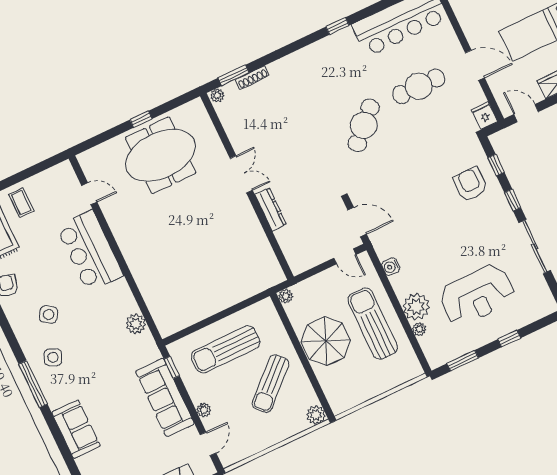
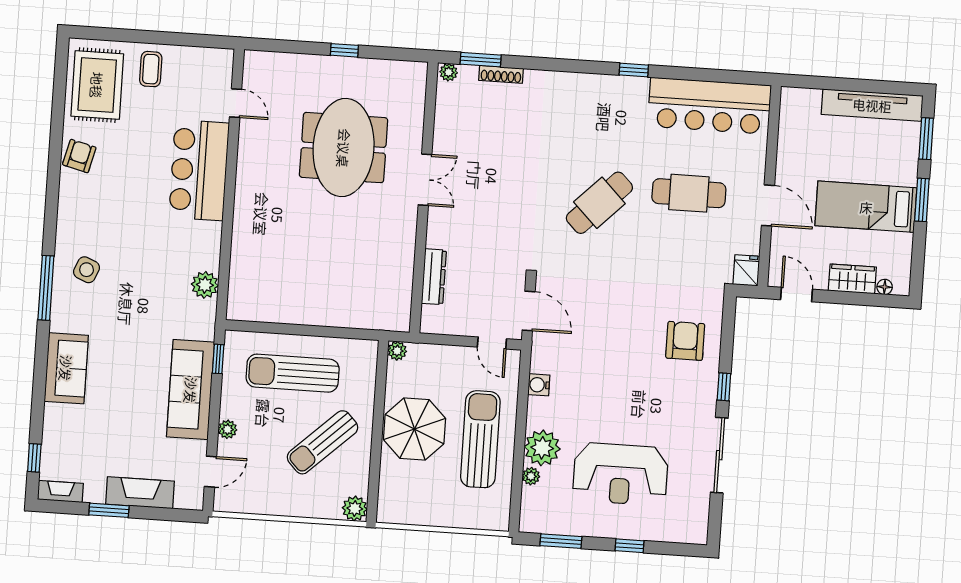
meeting table: (161, 155) -> (344, 148), moved, turned 90
window: (496, 165) -> (727, 335), removed
dresser: (271, 209) -> (434, 277), moved
side table: (49, 314) -> (109, 217), removed

